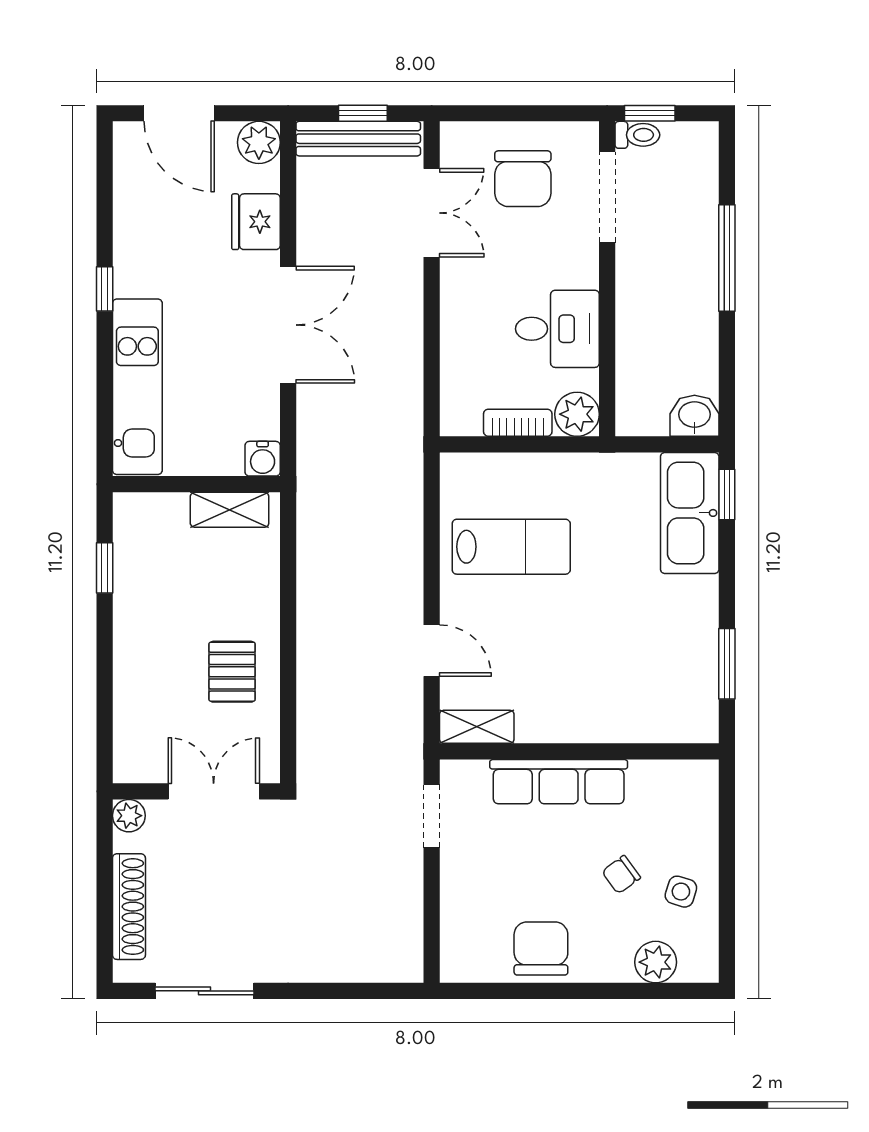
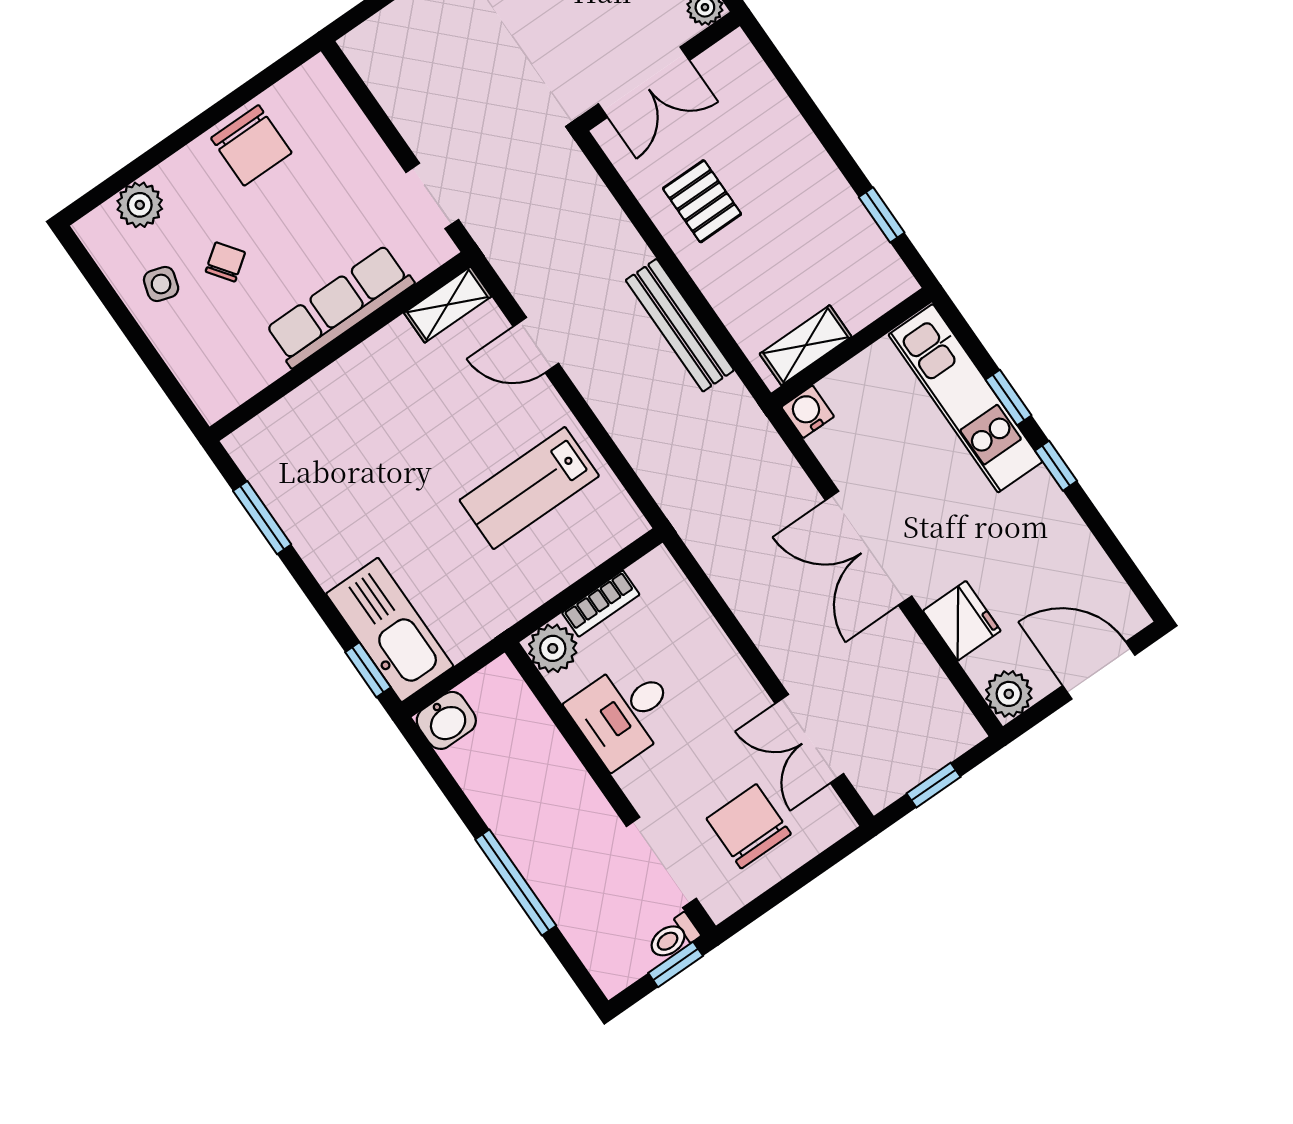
bench: (358, 139) -> (680, 325), moved, turned 90
window: (105, 365) -> (1009, 397), added

